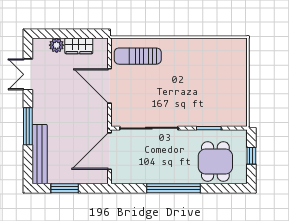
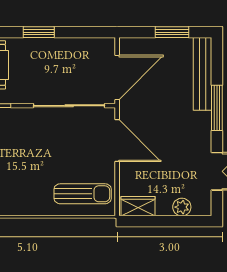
wardrobe: (79, 46) -> (138, 206), moved
door: (110, 86) -> (117, 141), moved
window: (174, 188) -> (39, 32), width x0.47

